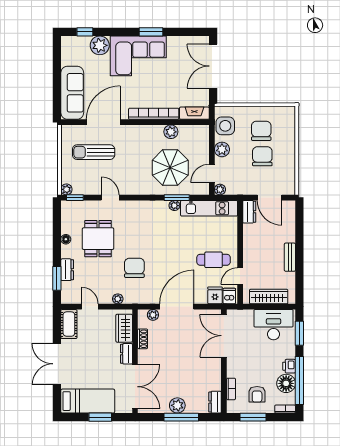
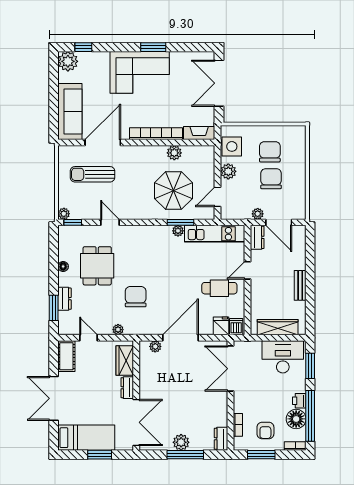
plant: (100, 45) -> (68, 61), moved
plant: (220, 189) -> (258, 214), moved
door: (240, 276) -> (248, 270), moved
shoe rack: (143, 339) -> (144, 372), removed

